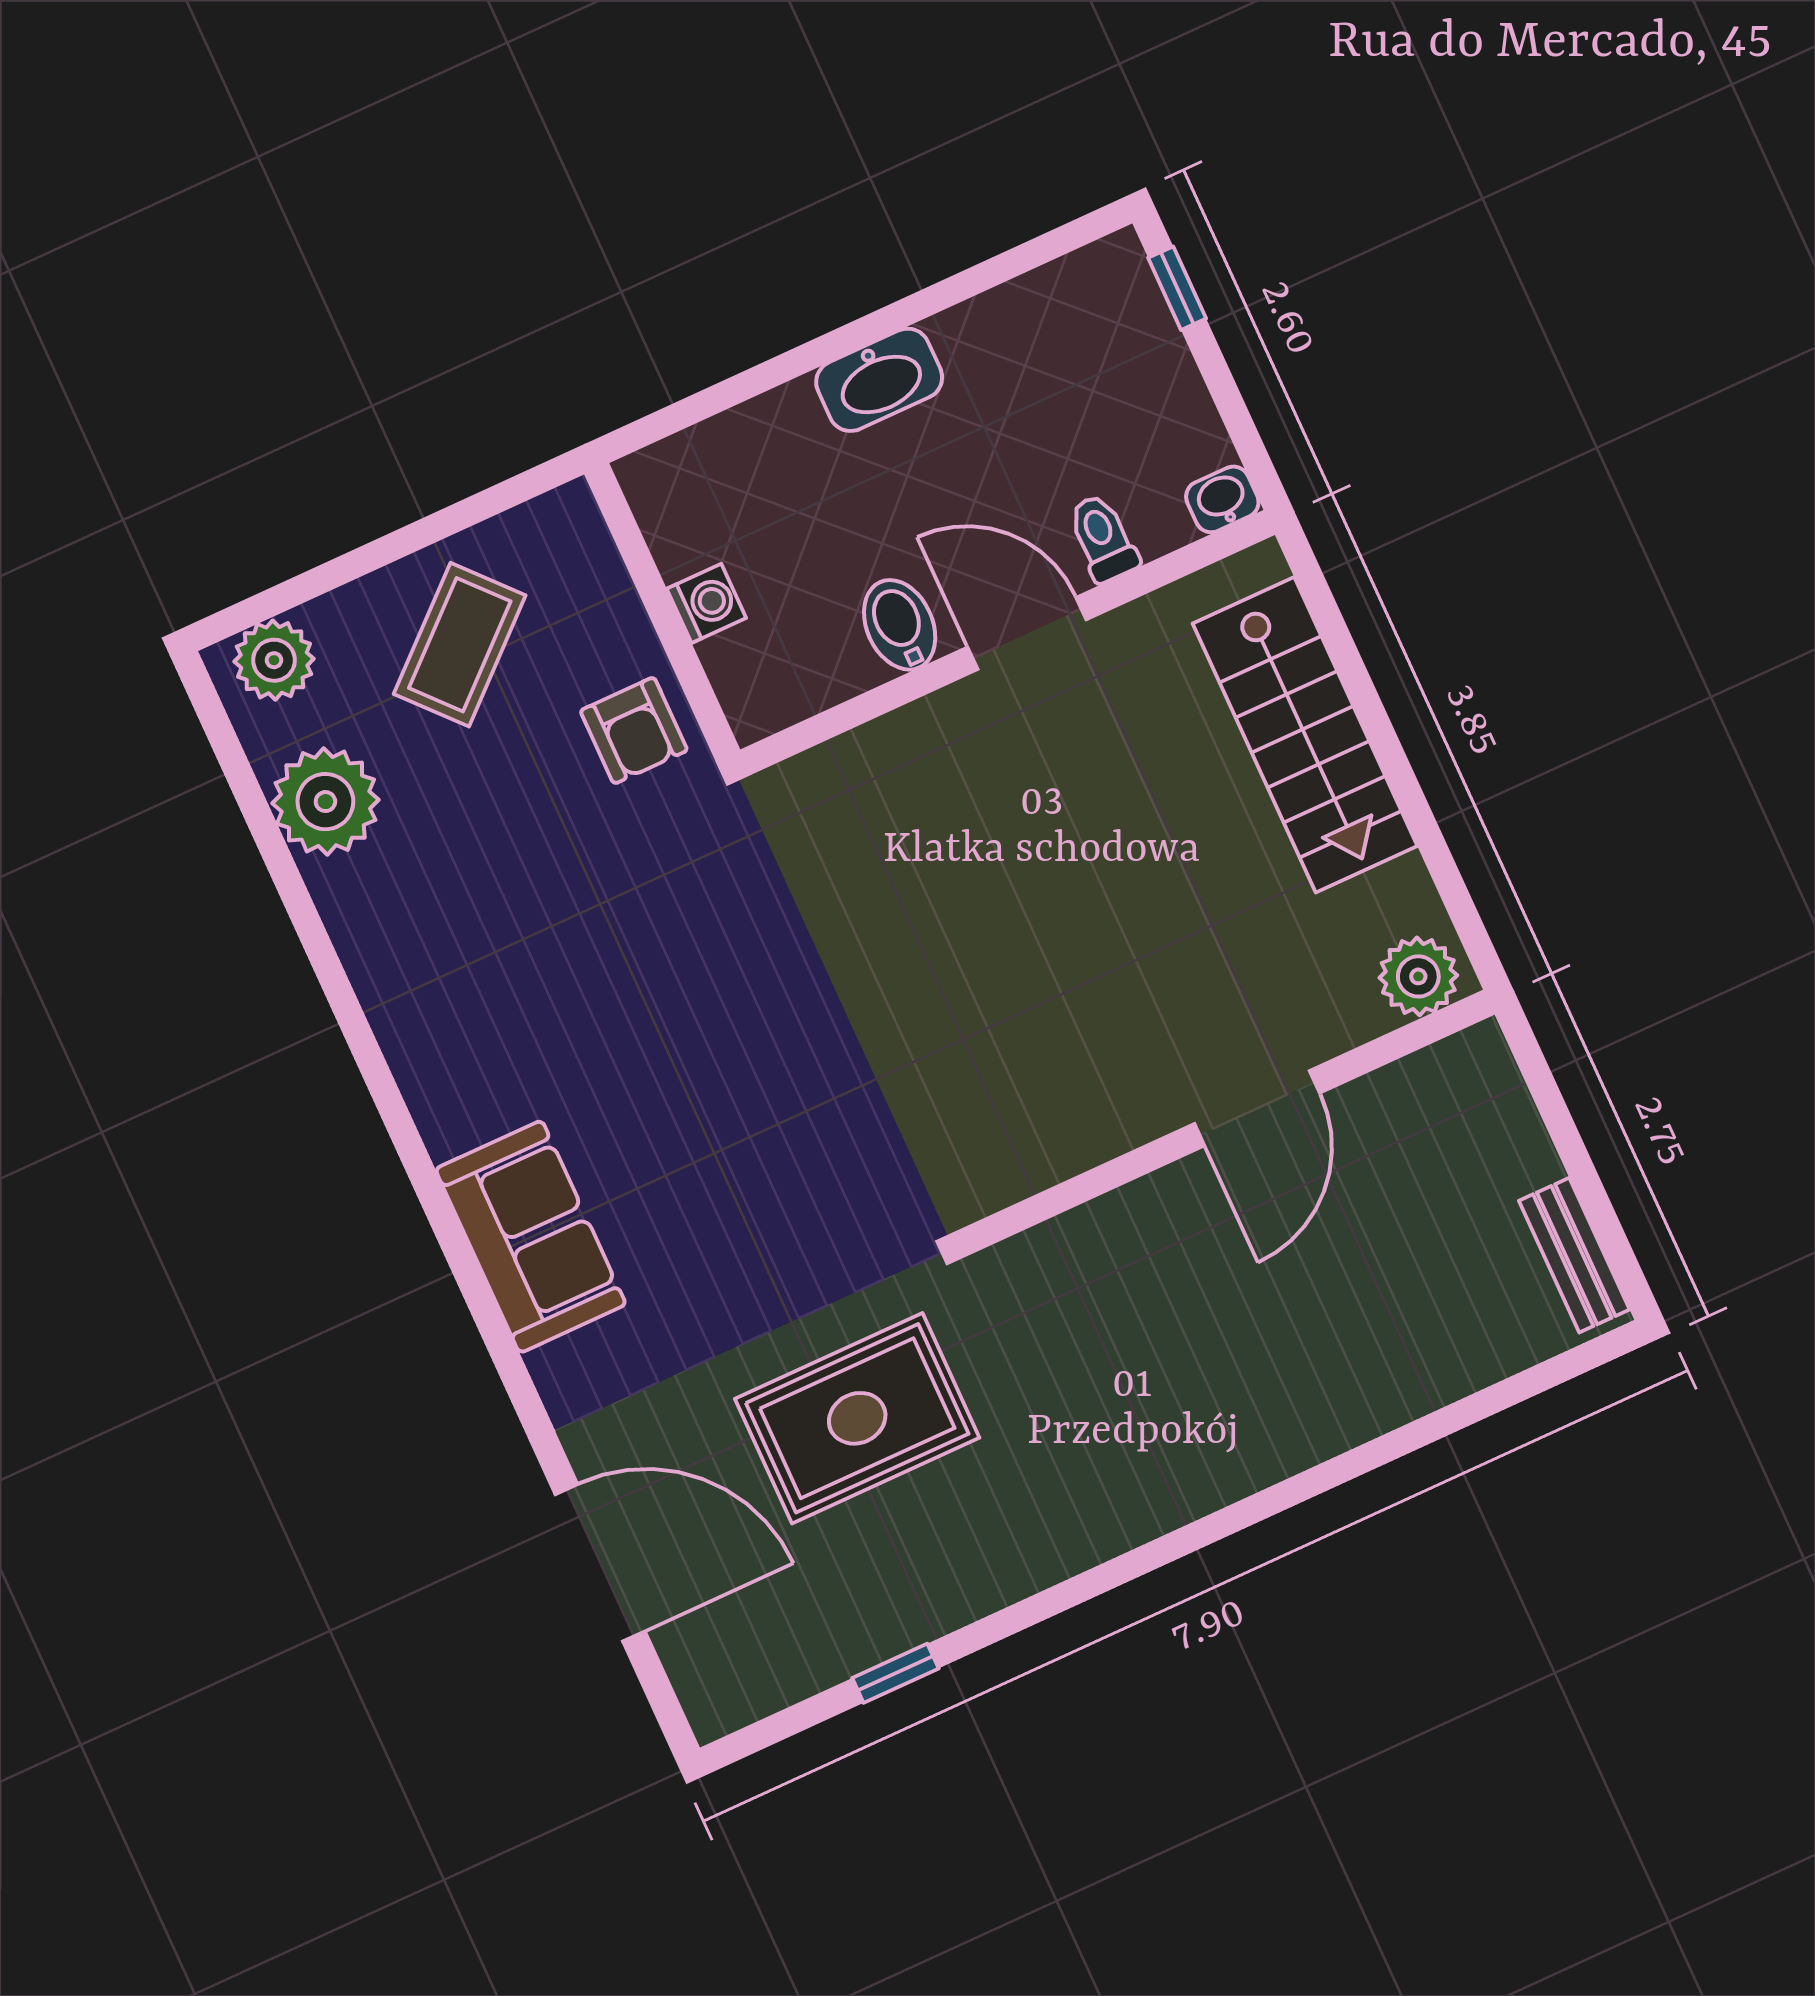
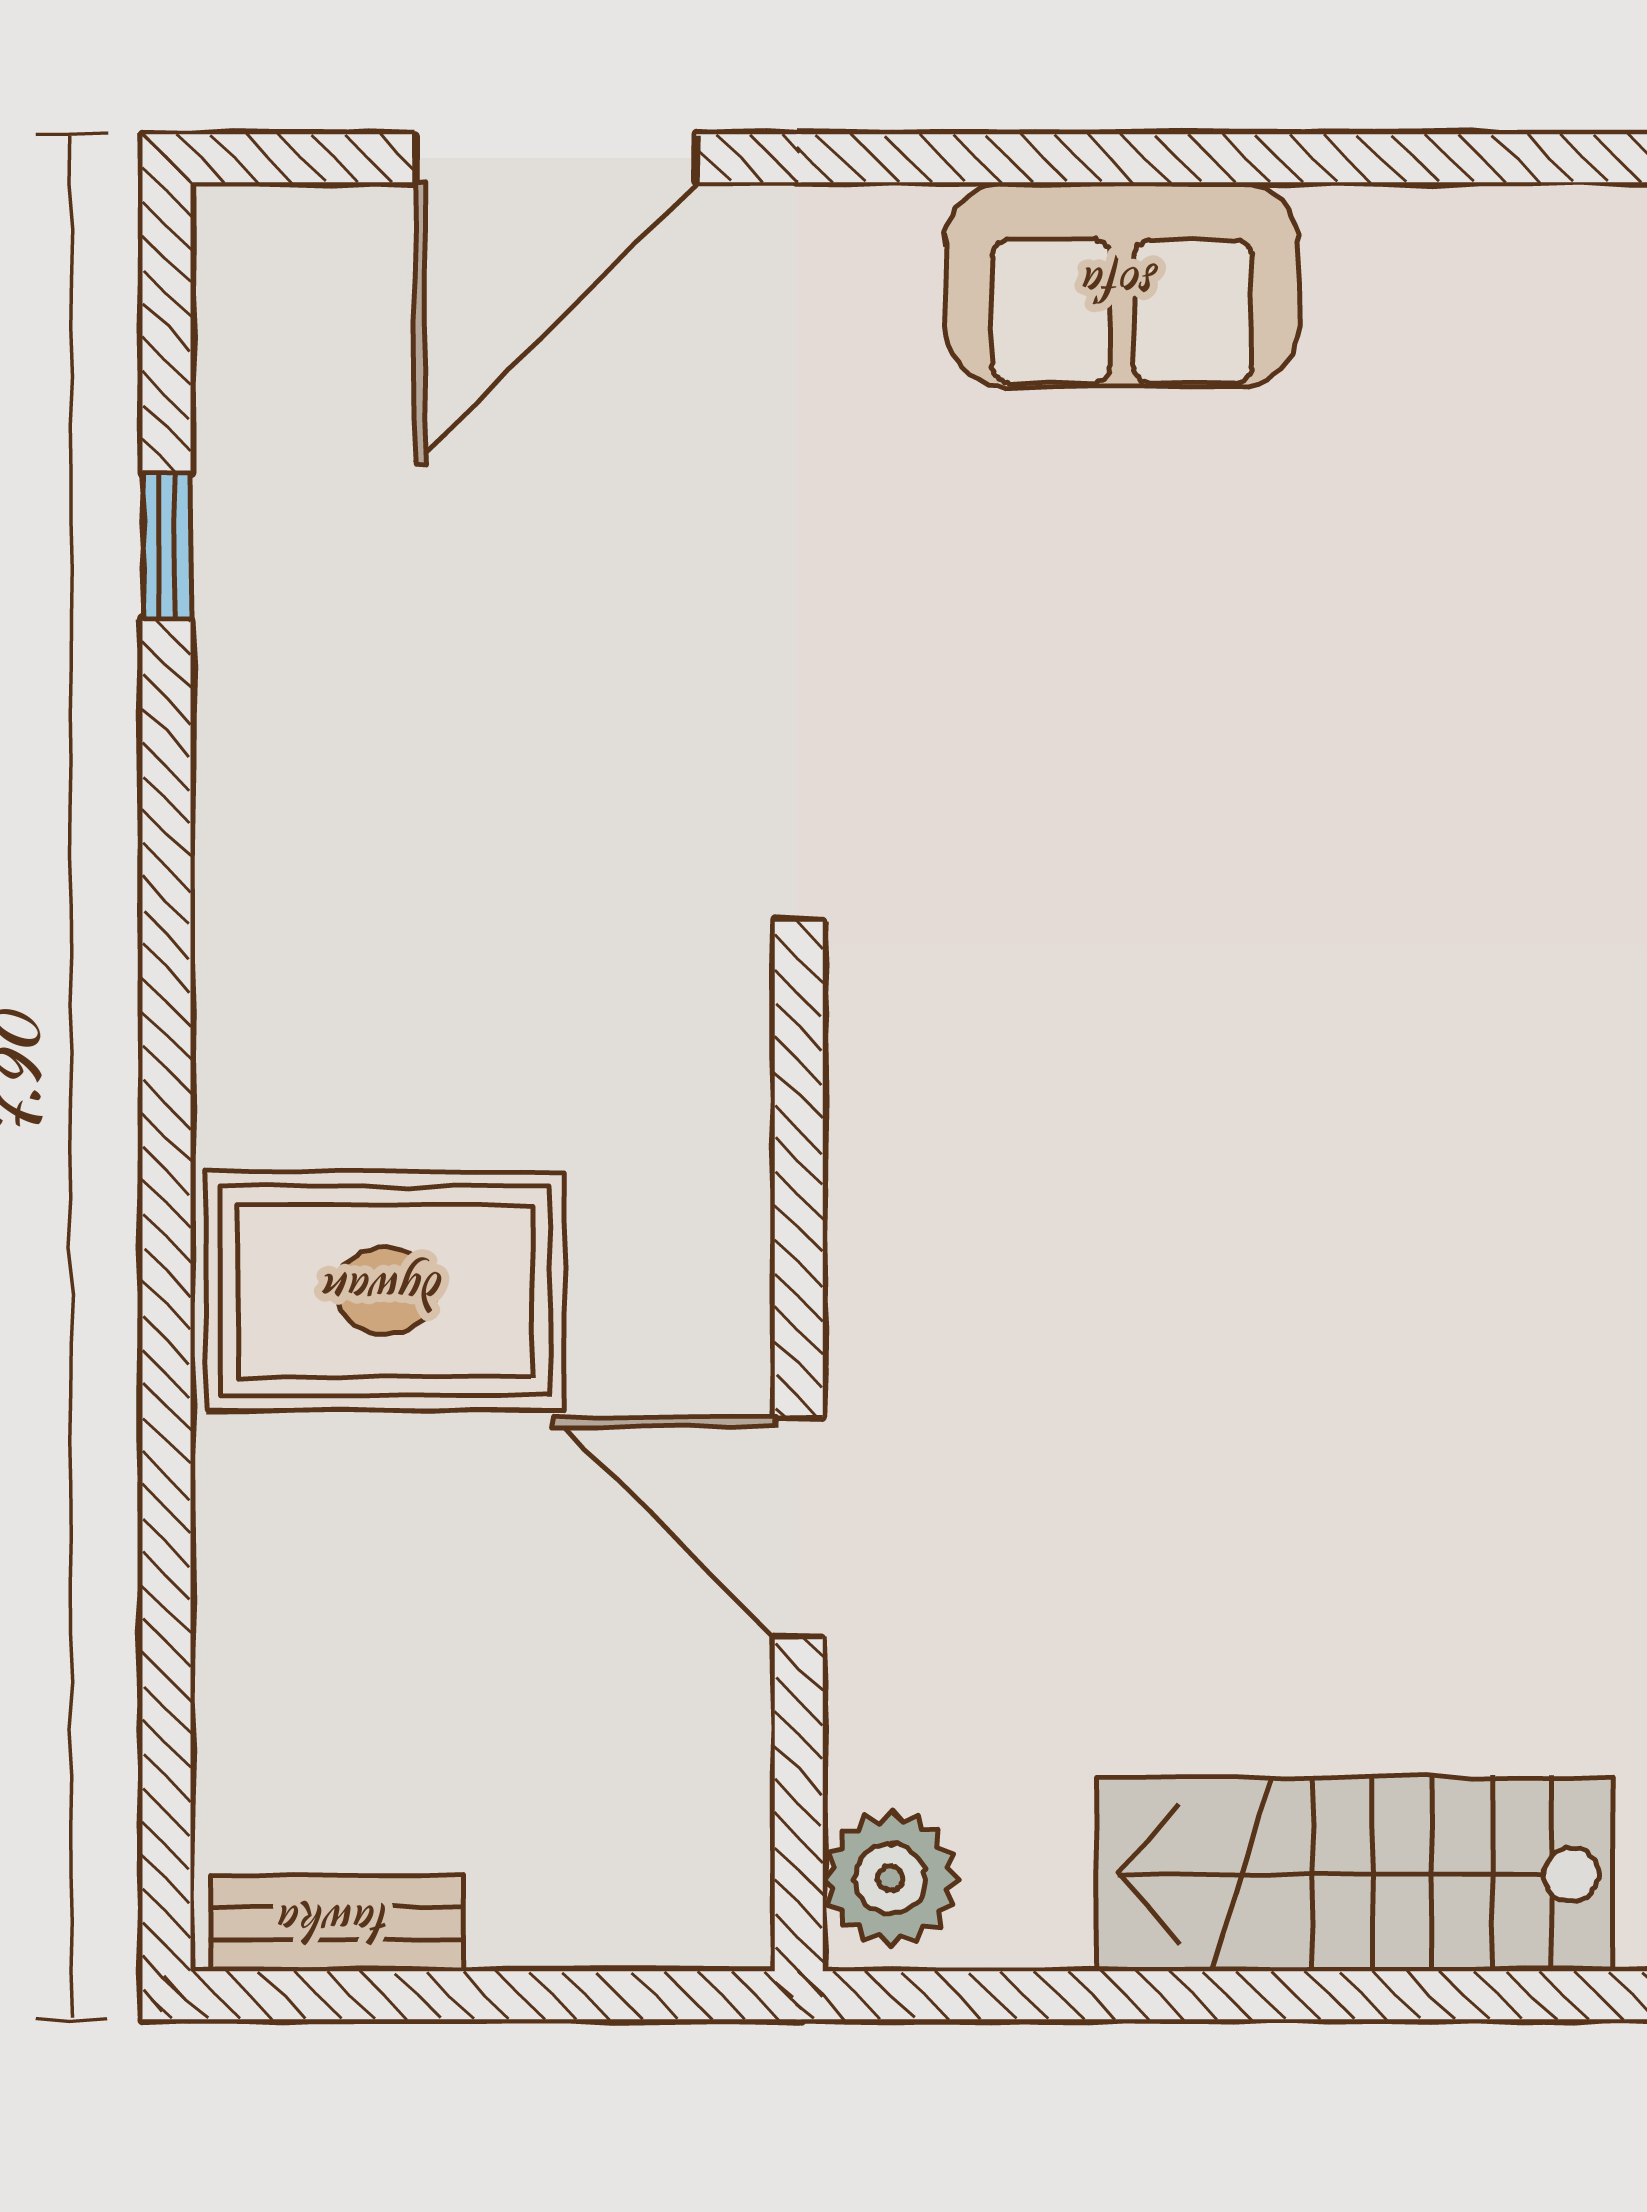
rug: (857, 1418) -> (385, 1291), moved, turned 90

